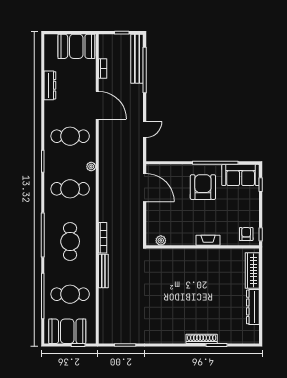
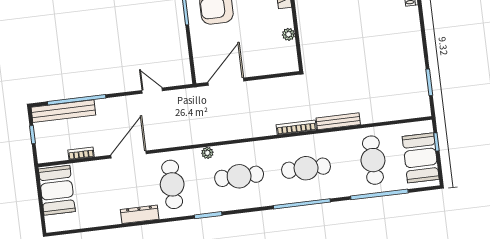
dresser: (50, 85) -> (140, 214), moved
cafe table: (70, 189) -> (239, 176), turned 90
plant: (161, 240) -> (288, 34), moved

